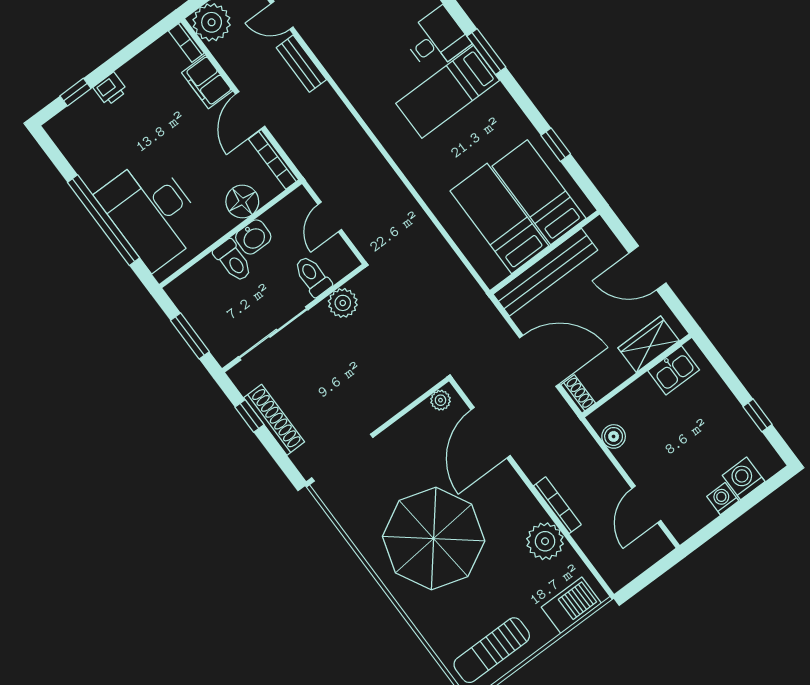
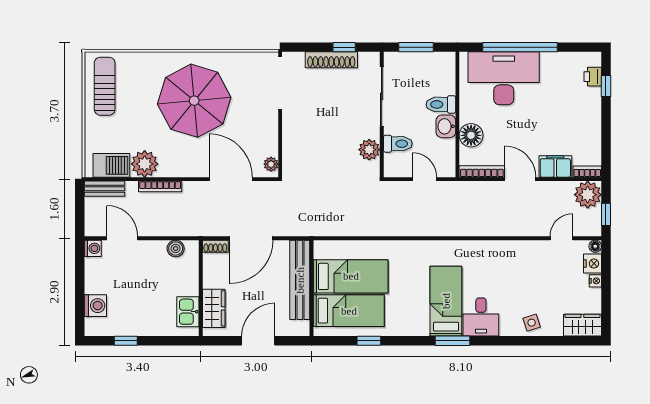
bench: (301, 64) -> (105, 189), moved
printer: (110, 89) -> (593, 77), moved
washing machine: (723, 499) -> (93, 248), moved
barbecue: (571, 605) -> (111, 165), moved, turned -90

